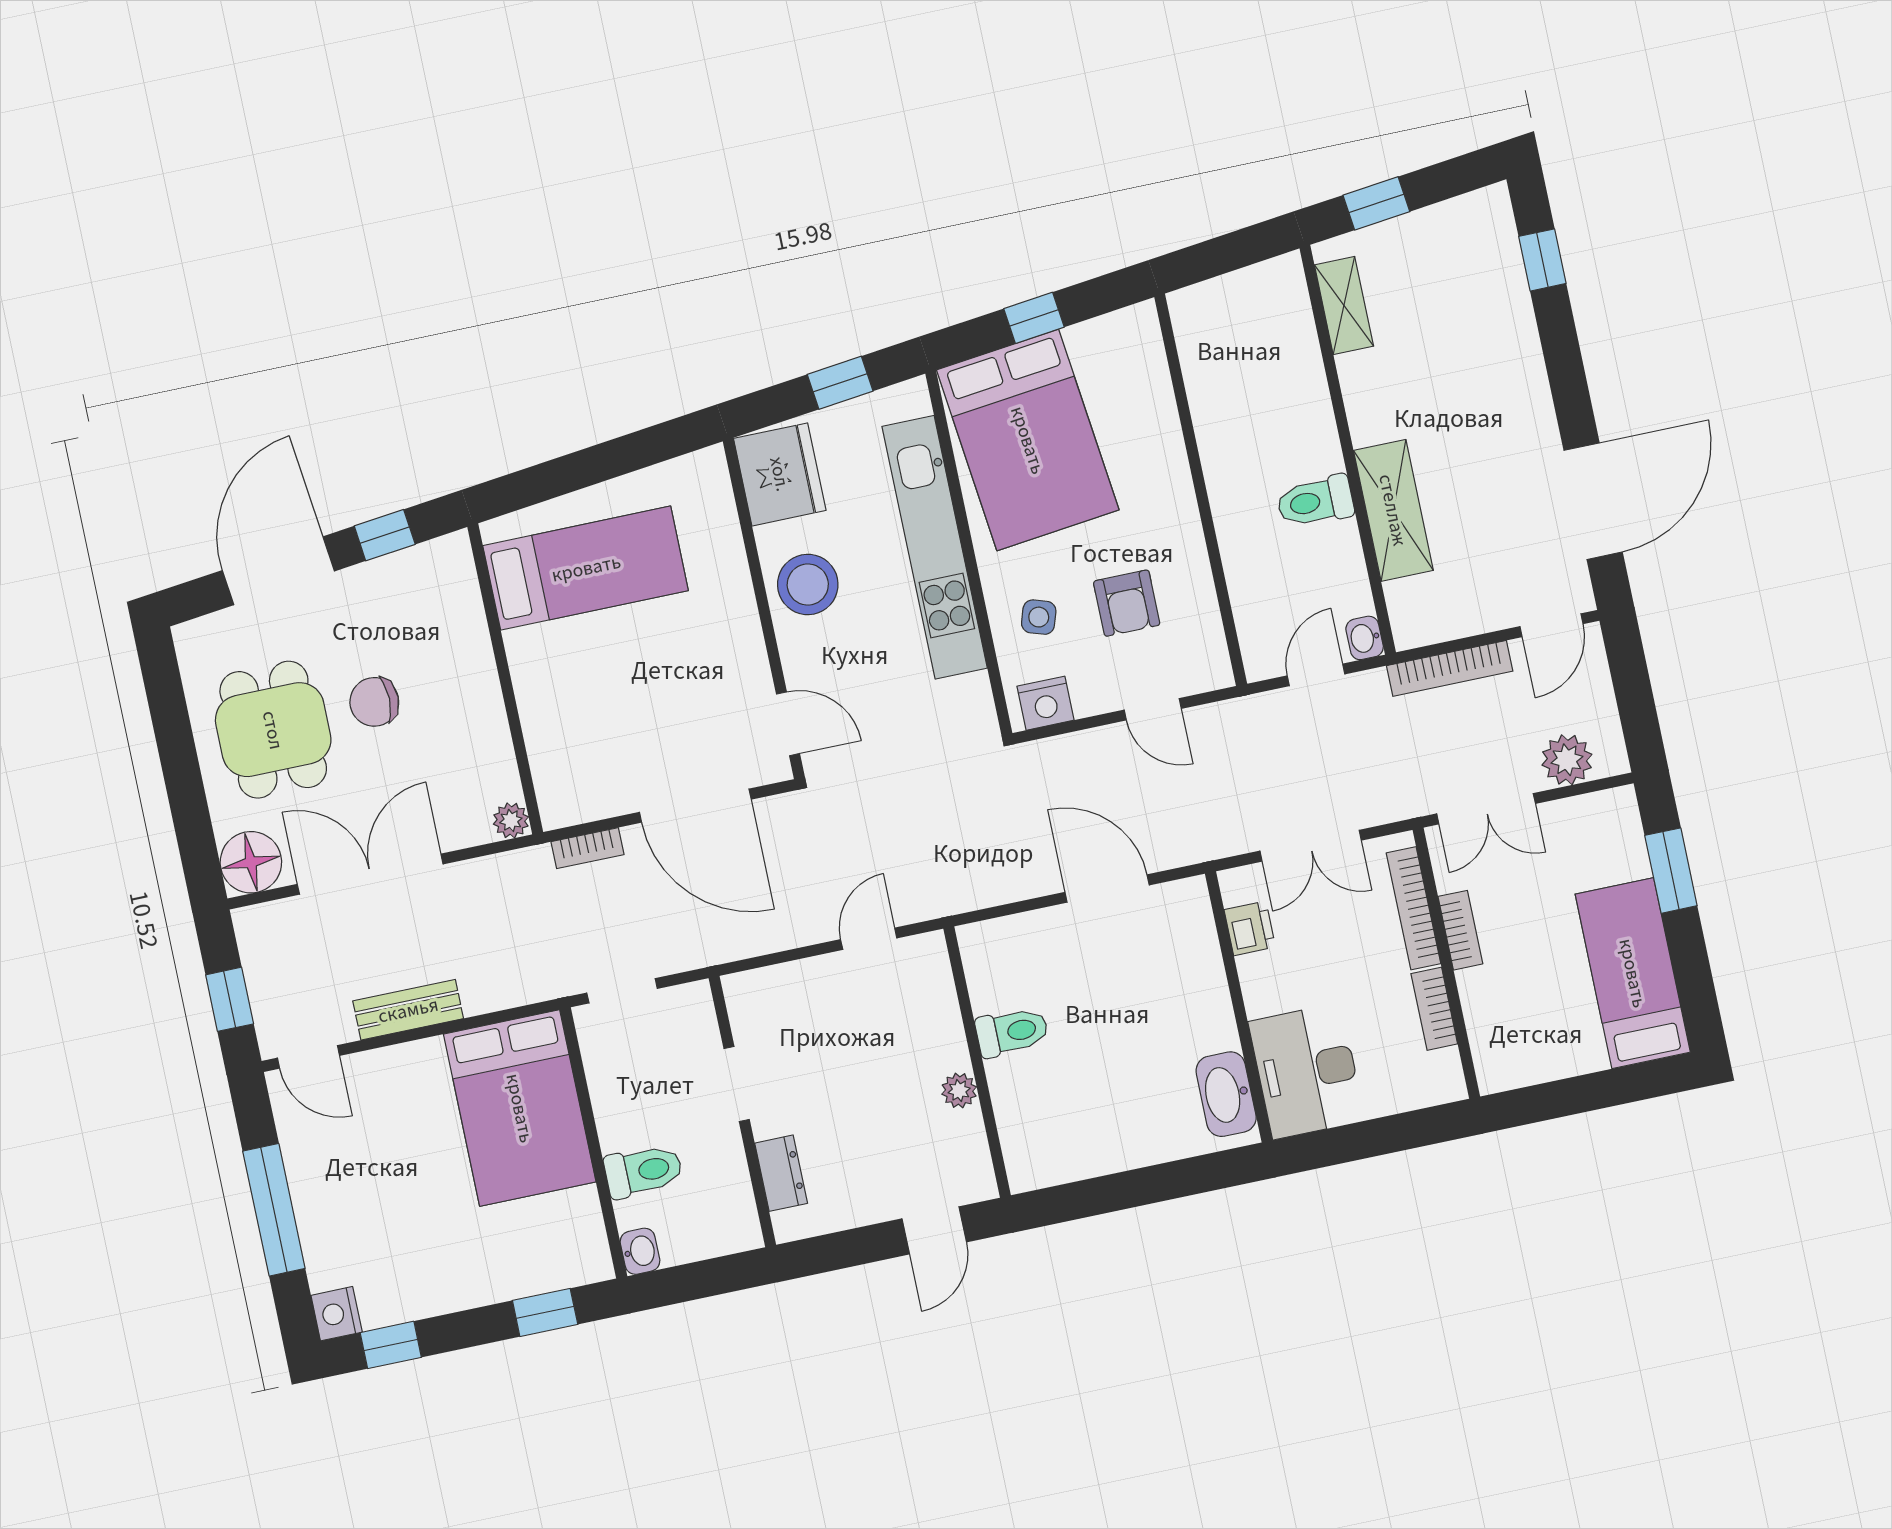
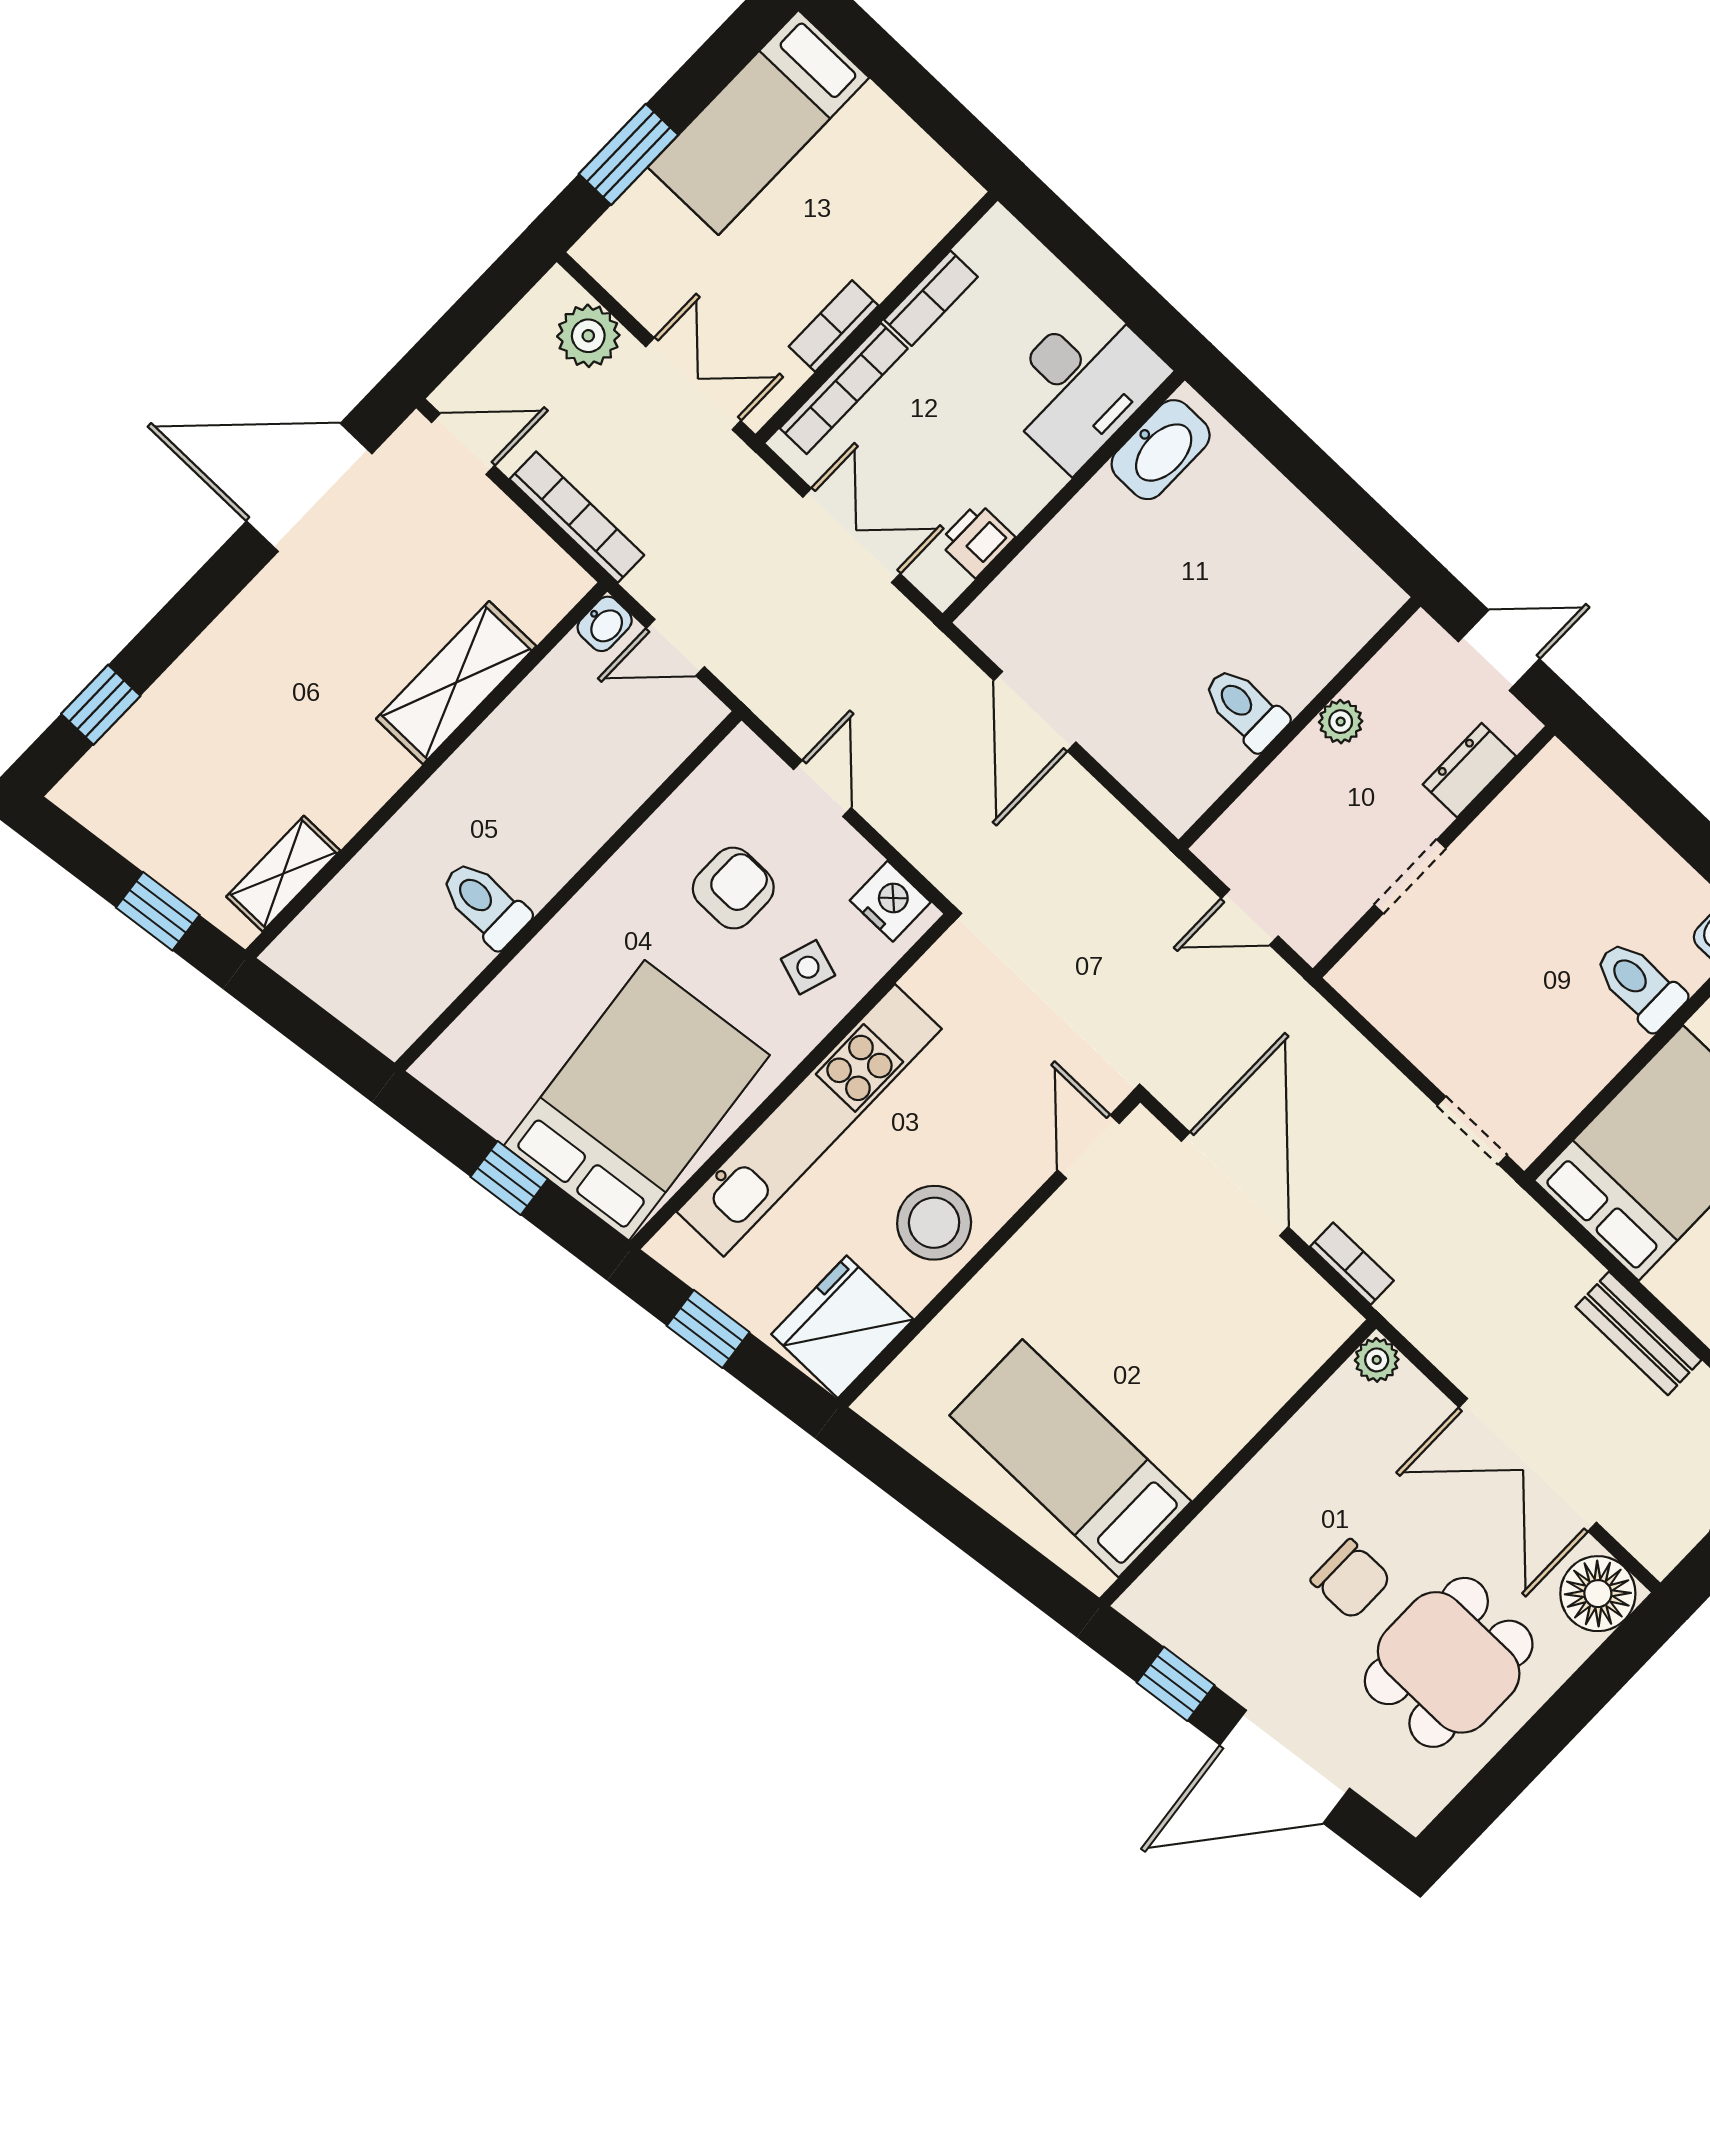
toilet: (1315, 501) -> (485, 904), moved, turned 180
doorway: (737, 1084) -> (1410, 877), moved
wall: (742, 1112) -> (1434, 852), moved
dresser: (781, 1173) -> (1469, 770), moved

